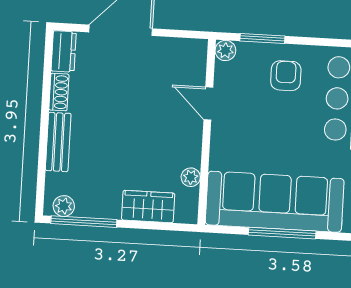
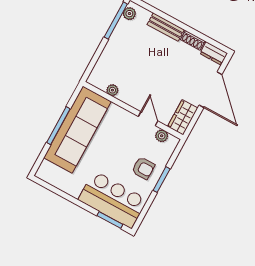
window: (262, 38) -> (162, 180), moved
plant: (225, 50) -> (162, 136), moved
door: (208, 103) -> (148, 119), hinge flipped
wardrobe: (148, 207) -> (183, 117), moved, turned 180

